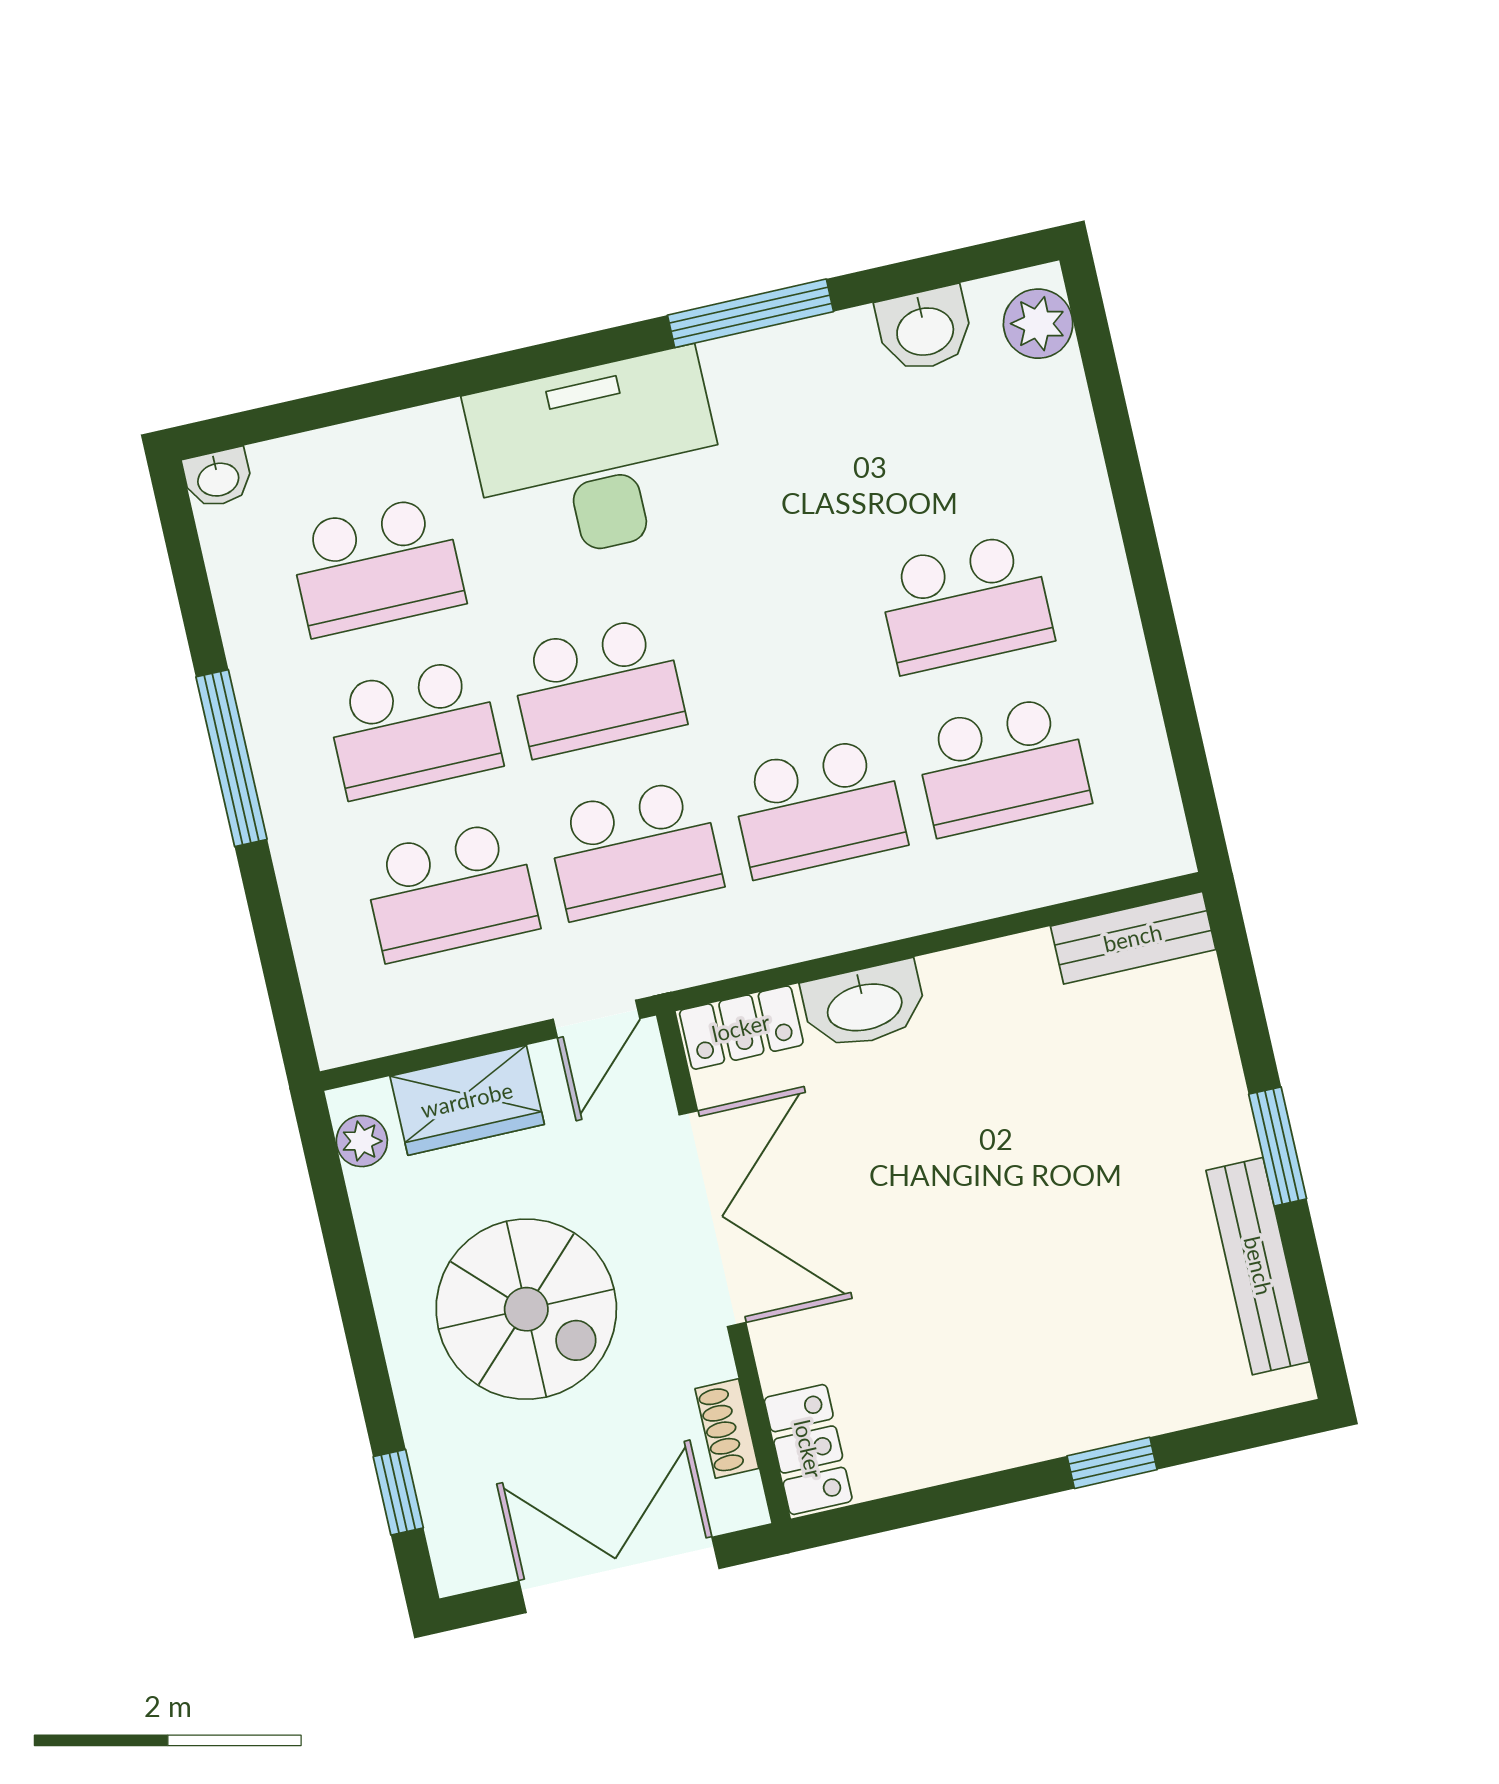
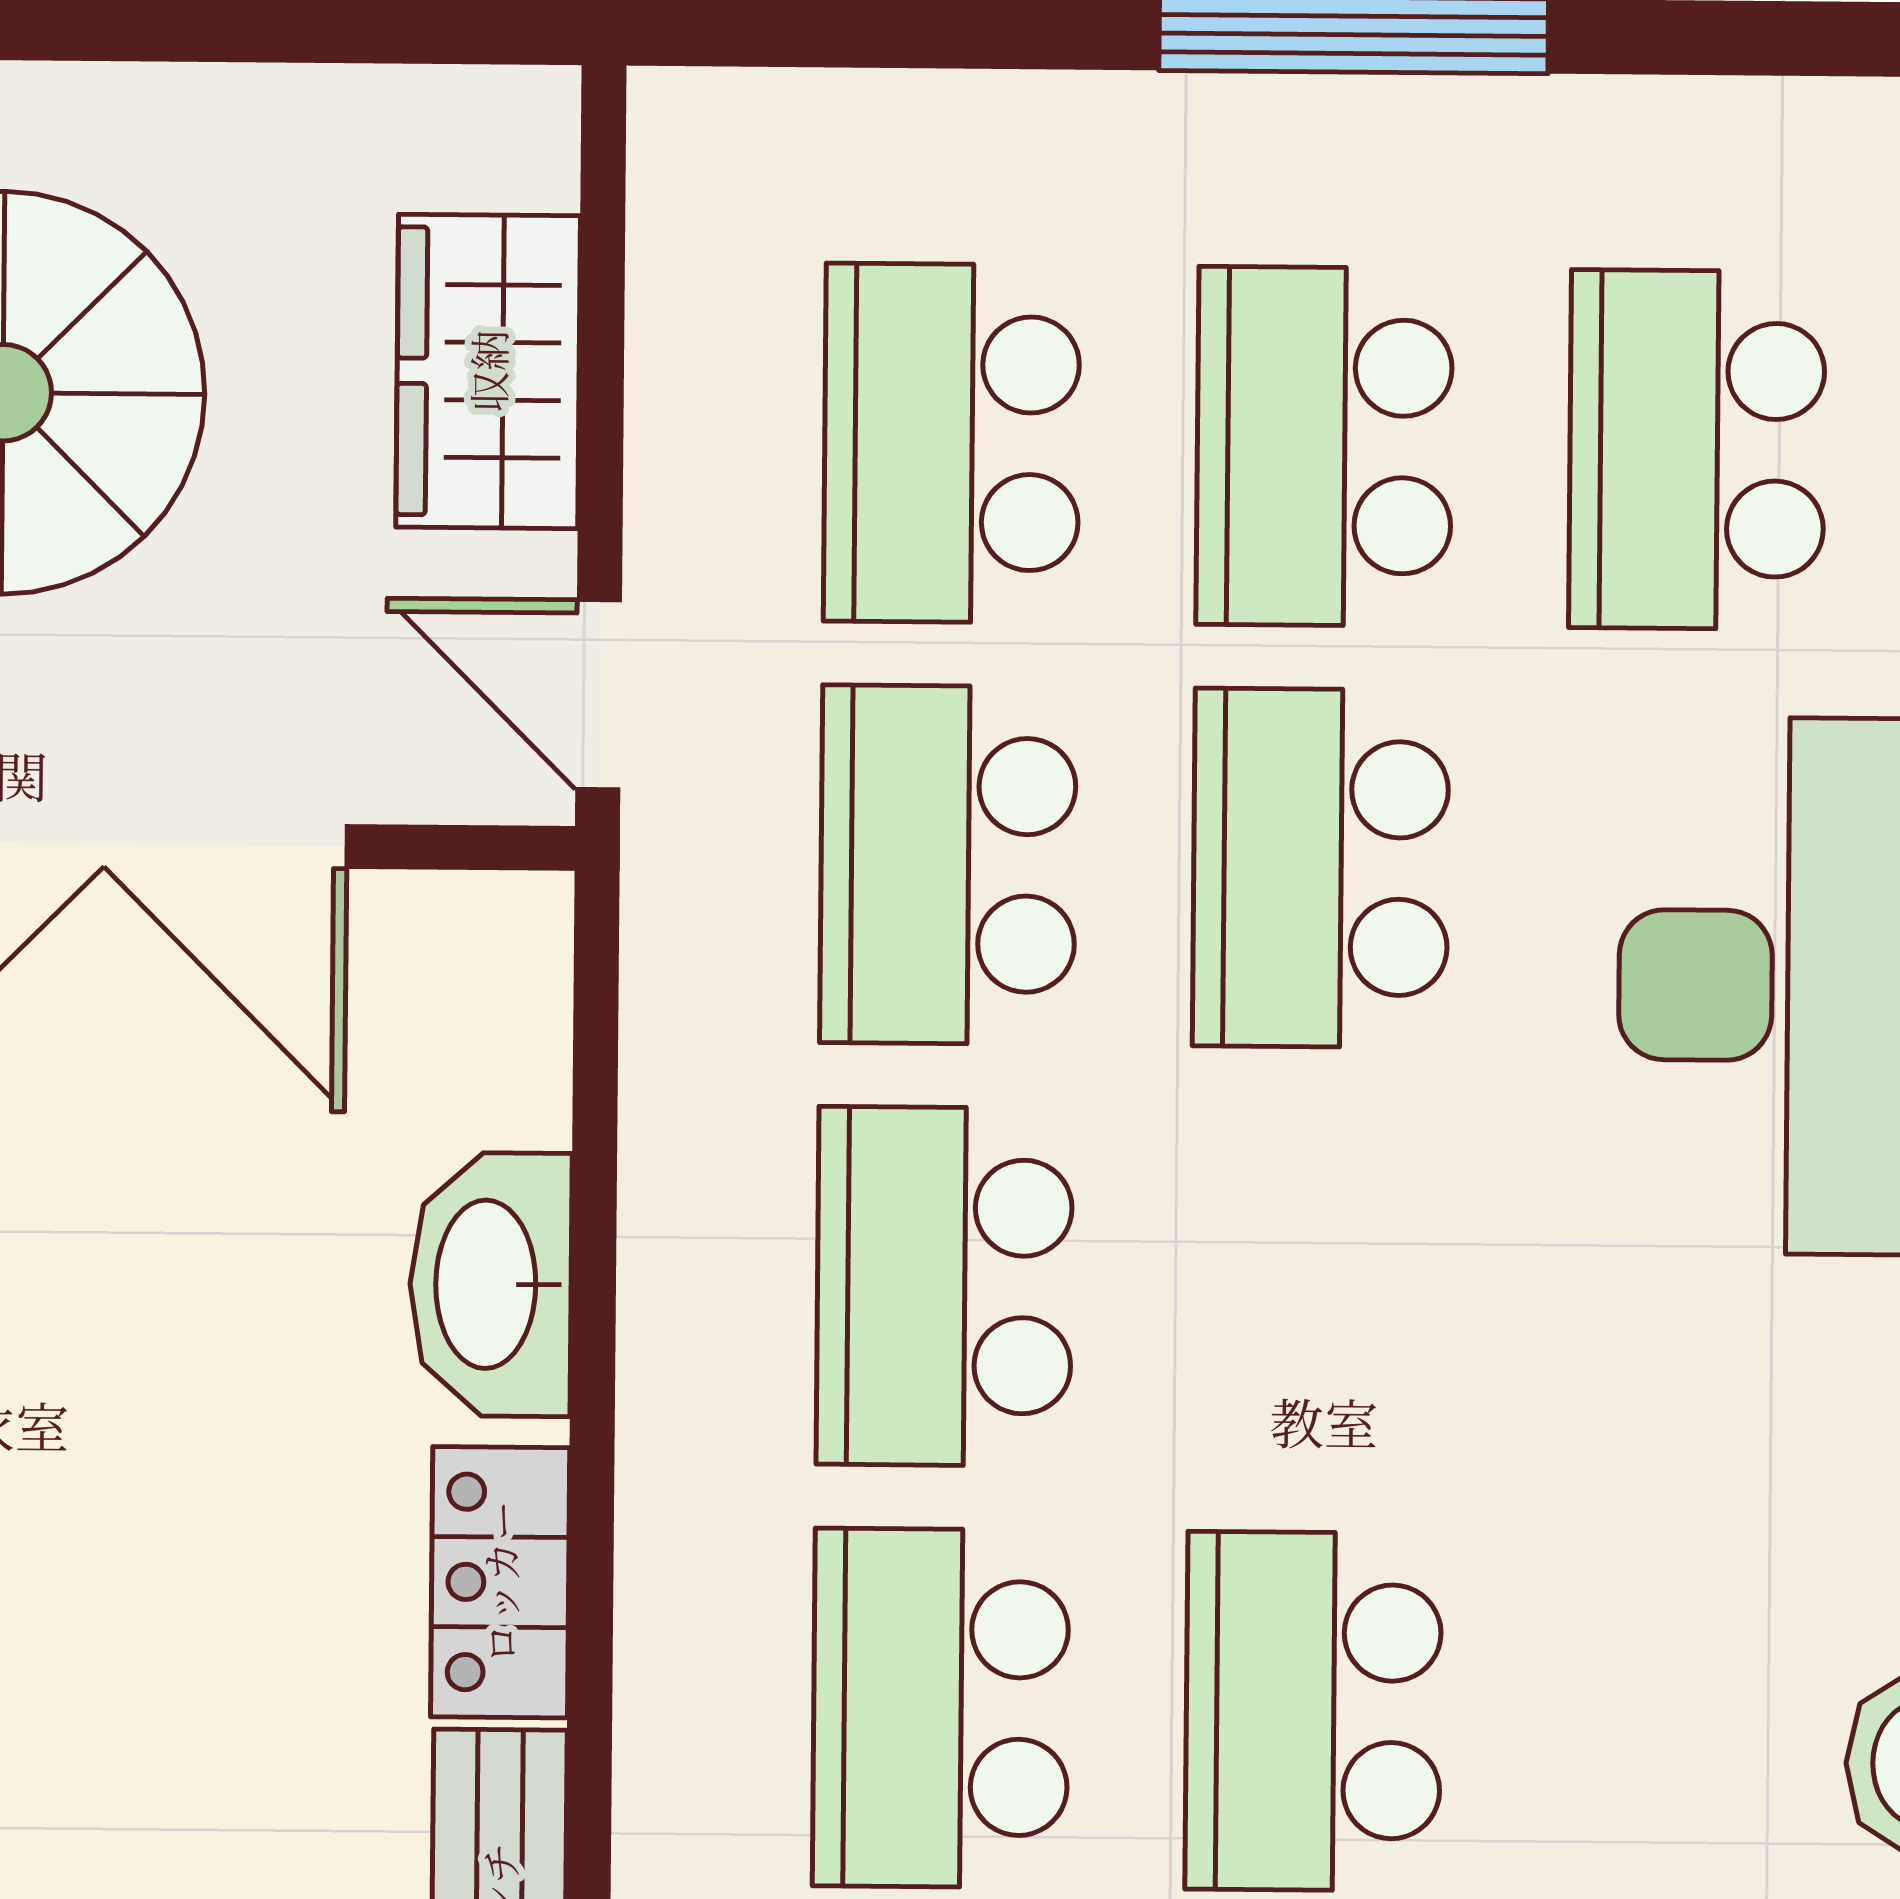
locker: (741, 1028) -> (500, 1582), moved
plant: (362, 1141) -> (453, 121), removed

